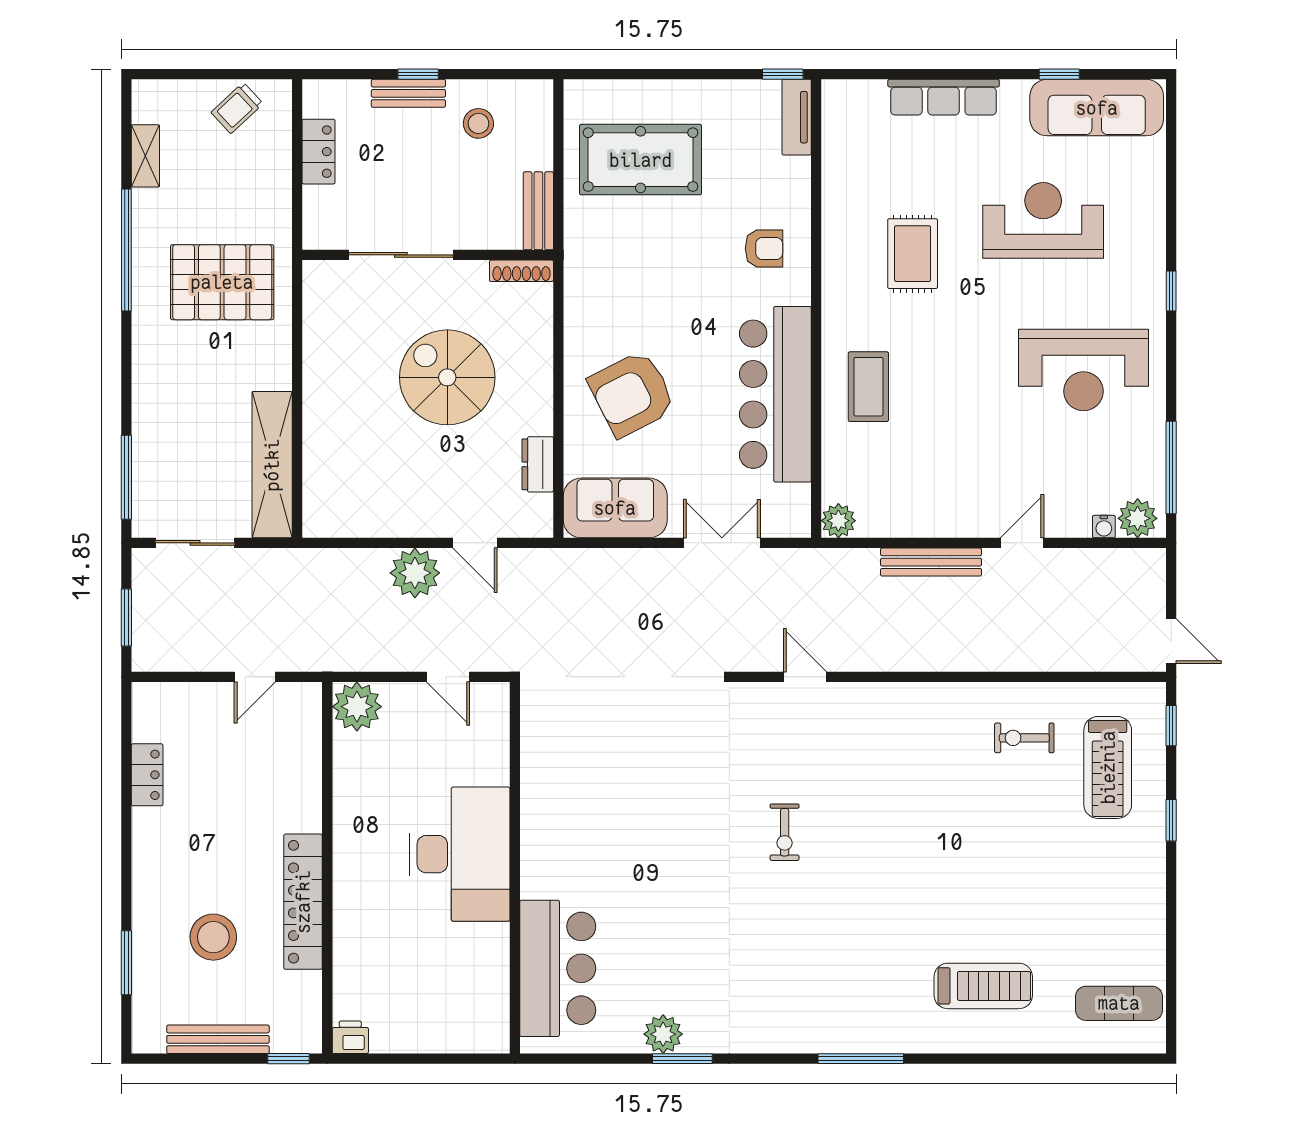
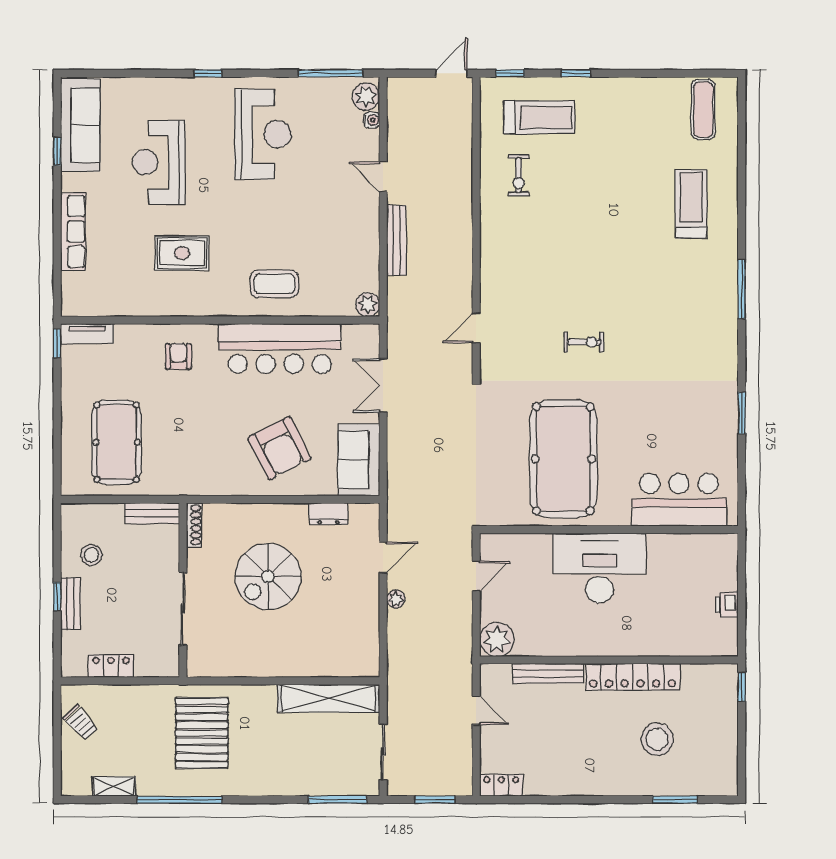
plant: (415, 573) -> (396, 599), width x0.53, depth x0.53
locker: (147, 775) -> (501, 785), moved
pool table: (617, 802) -> (563, 459), added
plant: (663, 1034) -> (725, 427), removed
printer: (350, 1037) -> (727, 605), moved
bench: (218, 1039) -> (548, 673), moved, turned 90

